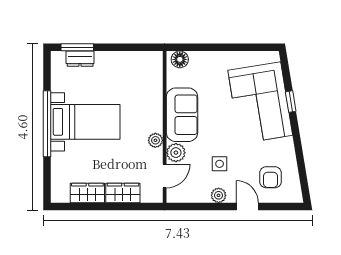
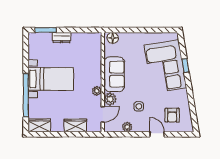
dresser: (80, 59) -> (61, 37), moved
window: (47, 124) -> (26, 95), moved
wardrobe: (87, 193) -> (39, 125), moved
plant: (219, 195) -> (127, 127), moved

